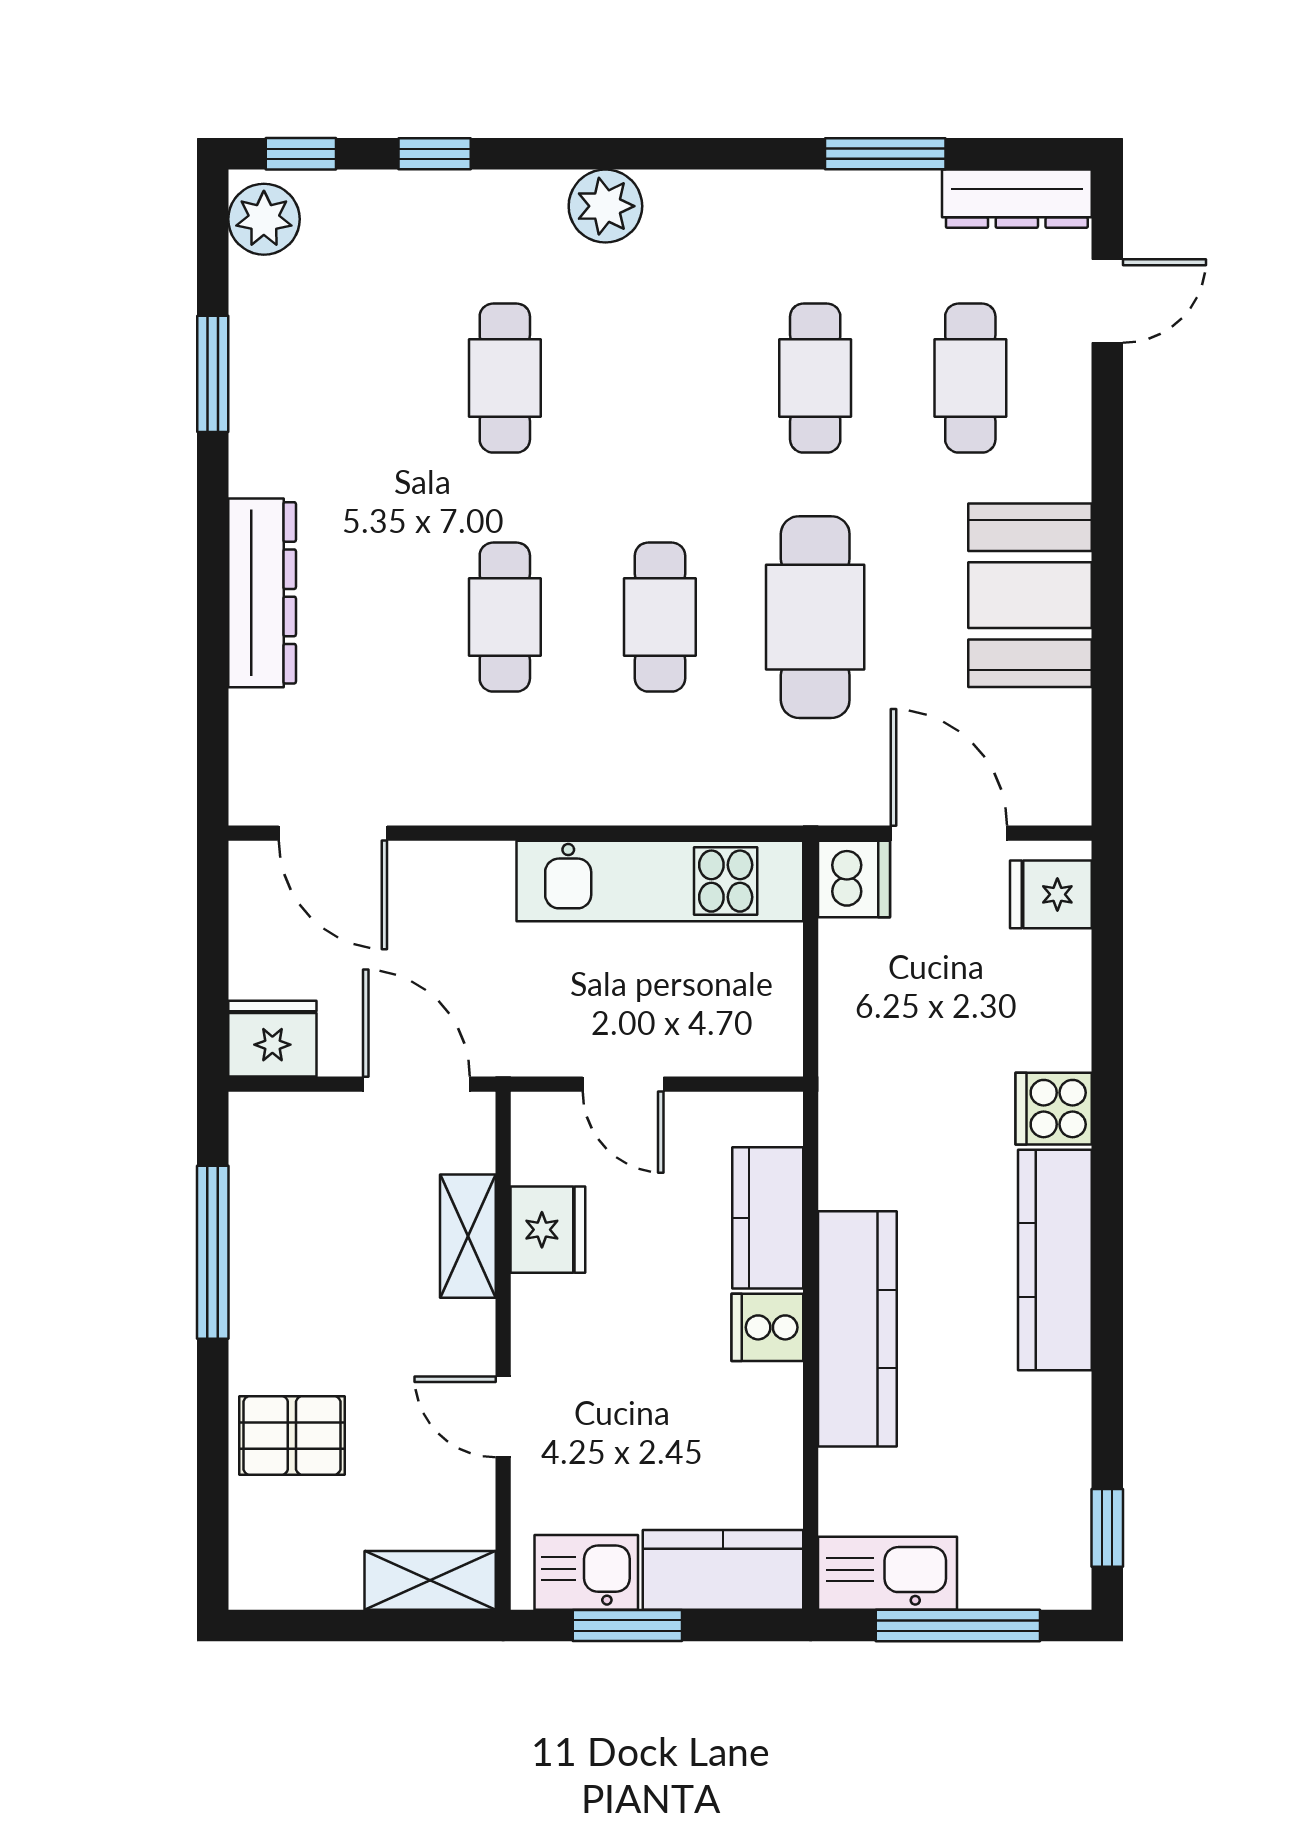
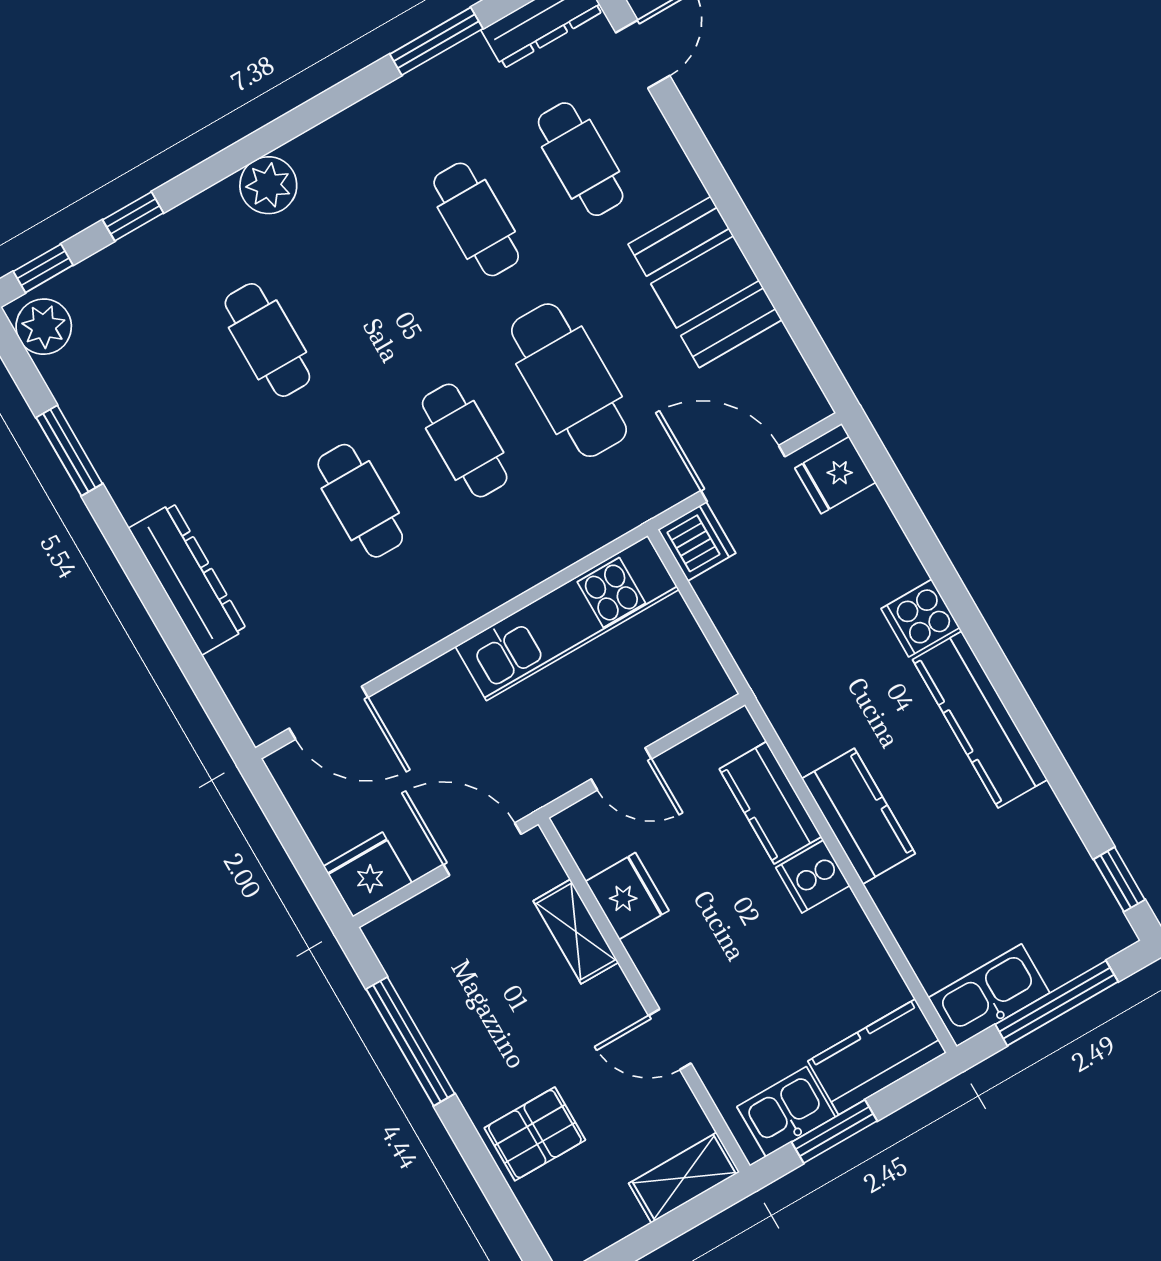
kitchen counter: (857, 1329) -> (859, 816), width x0.67

